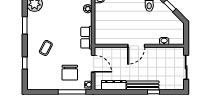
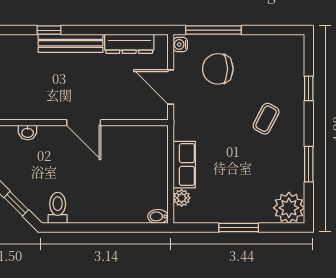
row of seats: (86, 38) -> (184, 165), moved
door: (136, 46) -> (84, 123), swing flipped
chair: (70, 73) -> (218, 69), turned -90

